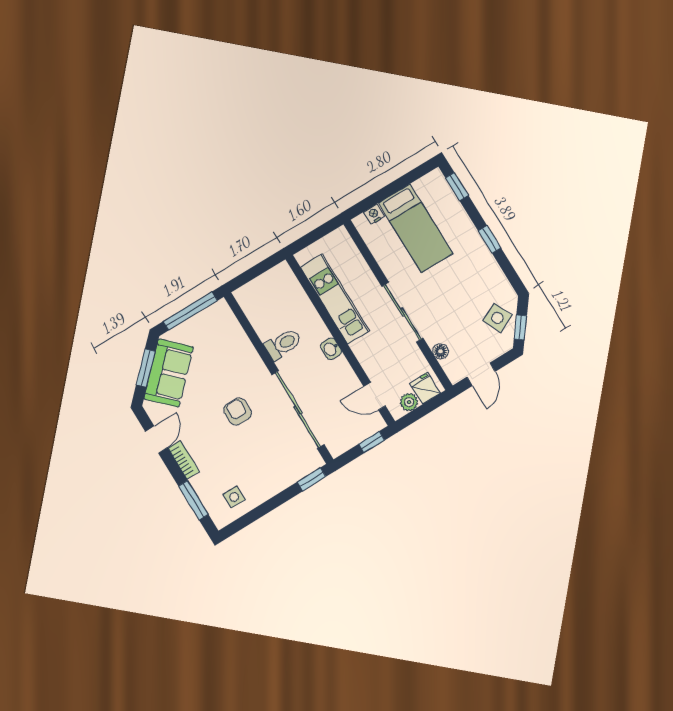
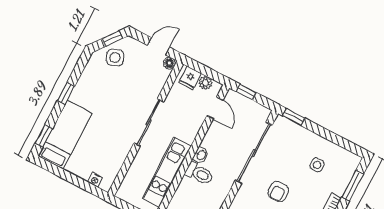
bed: (416, 228) -> (65, 135), moved
toilet: (283, 344) -> (199, 173), moved, turned 180
floor lamp: (440, 351) -> (169, 63), moved
side table: (234, 497) -> (317, 165), moved

